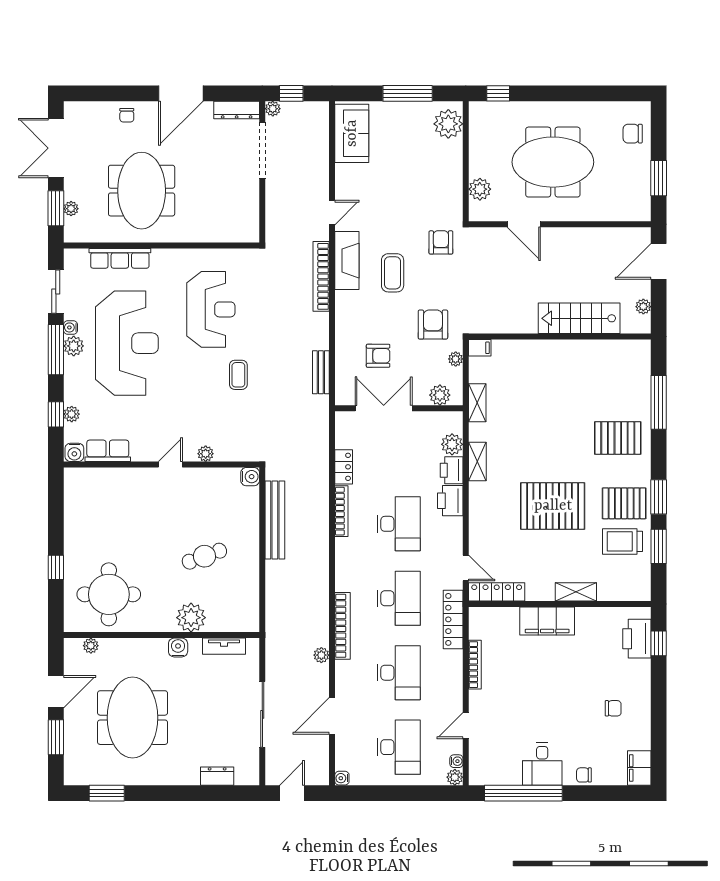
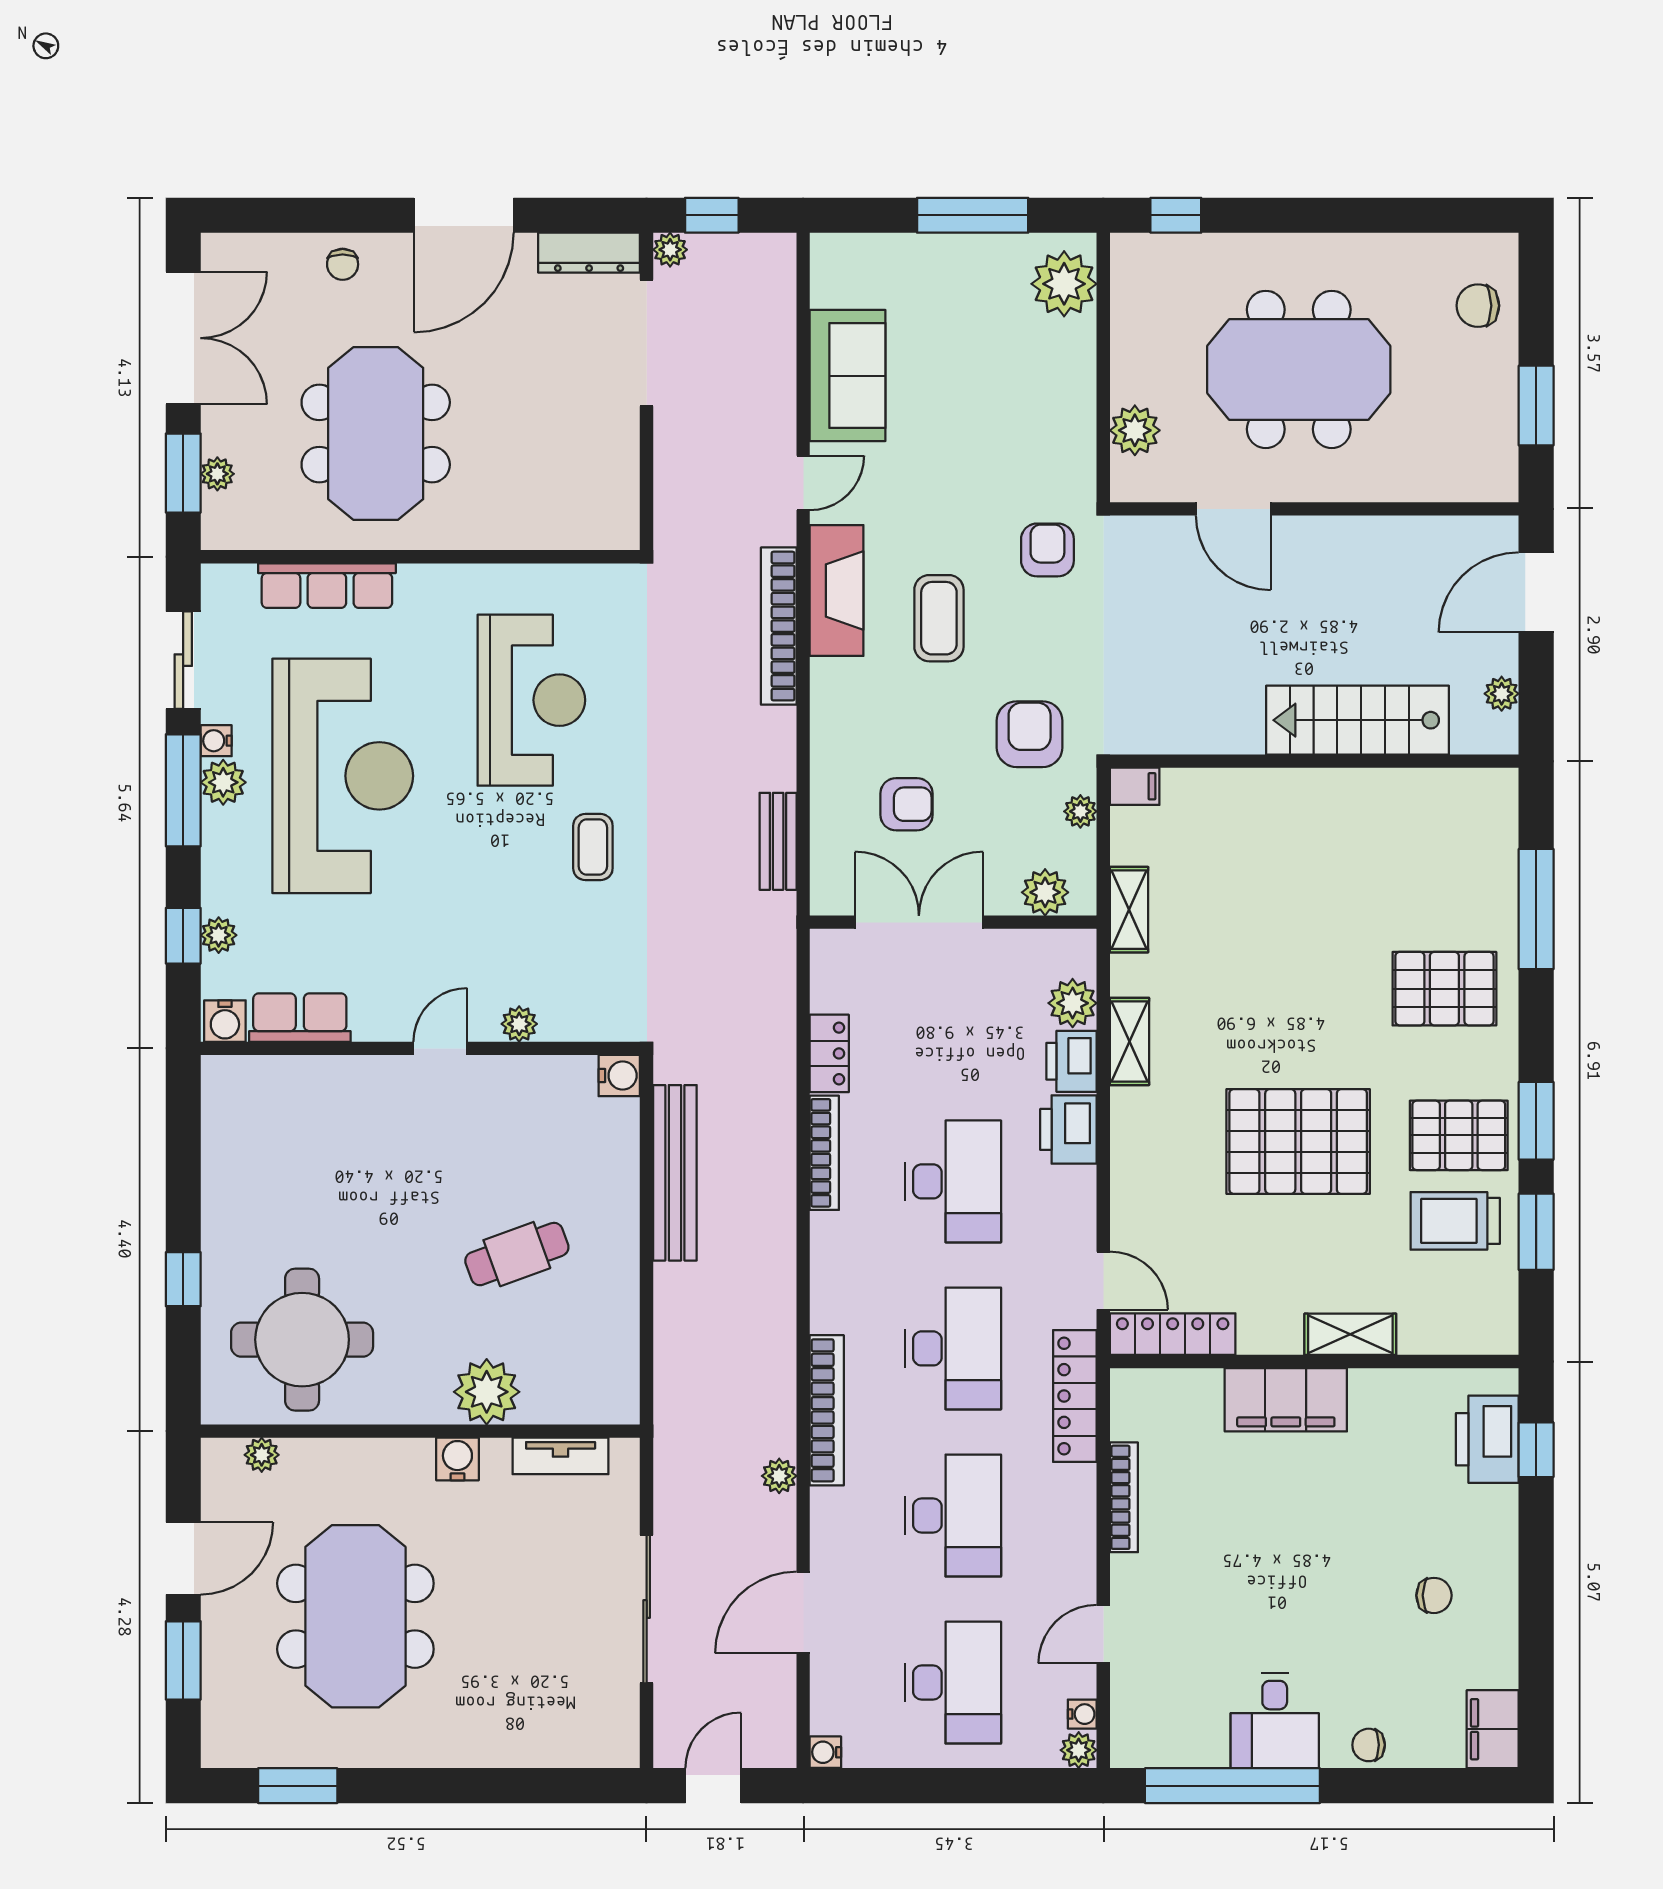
sofa: (352, 133) -> (848, 376), moved
double door: (56, 148) -> (183, 338), swing flipped
dresser: (217, 776) -> (545, 1747), removed

